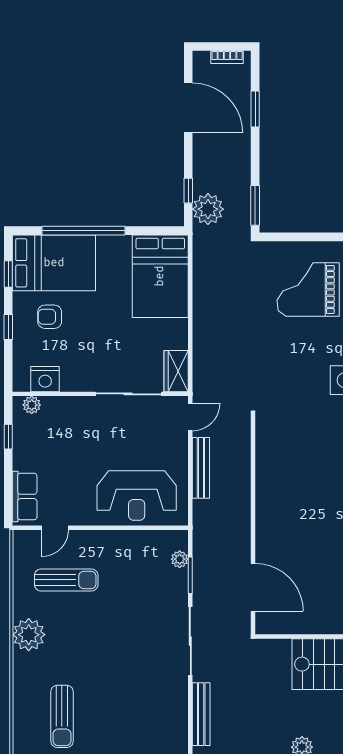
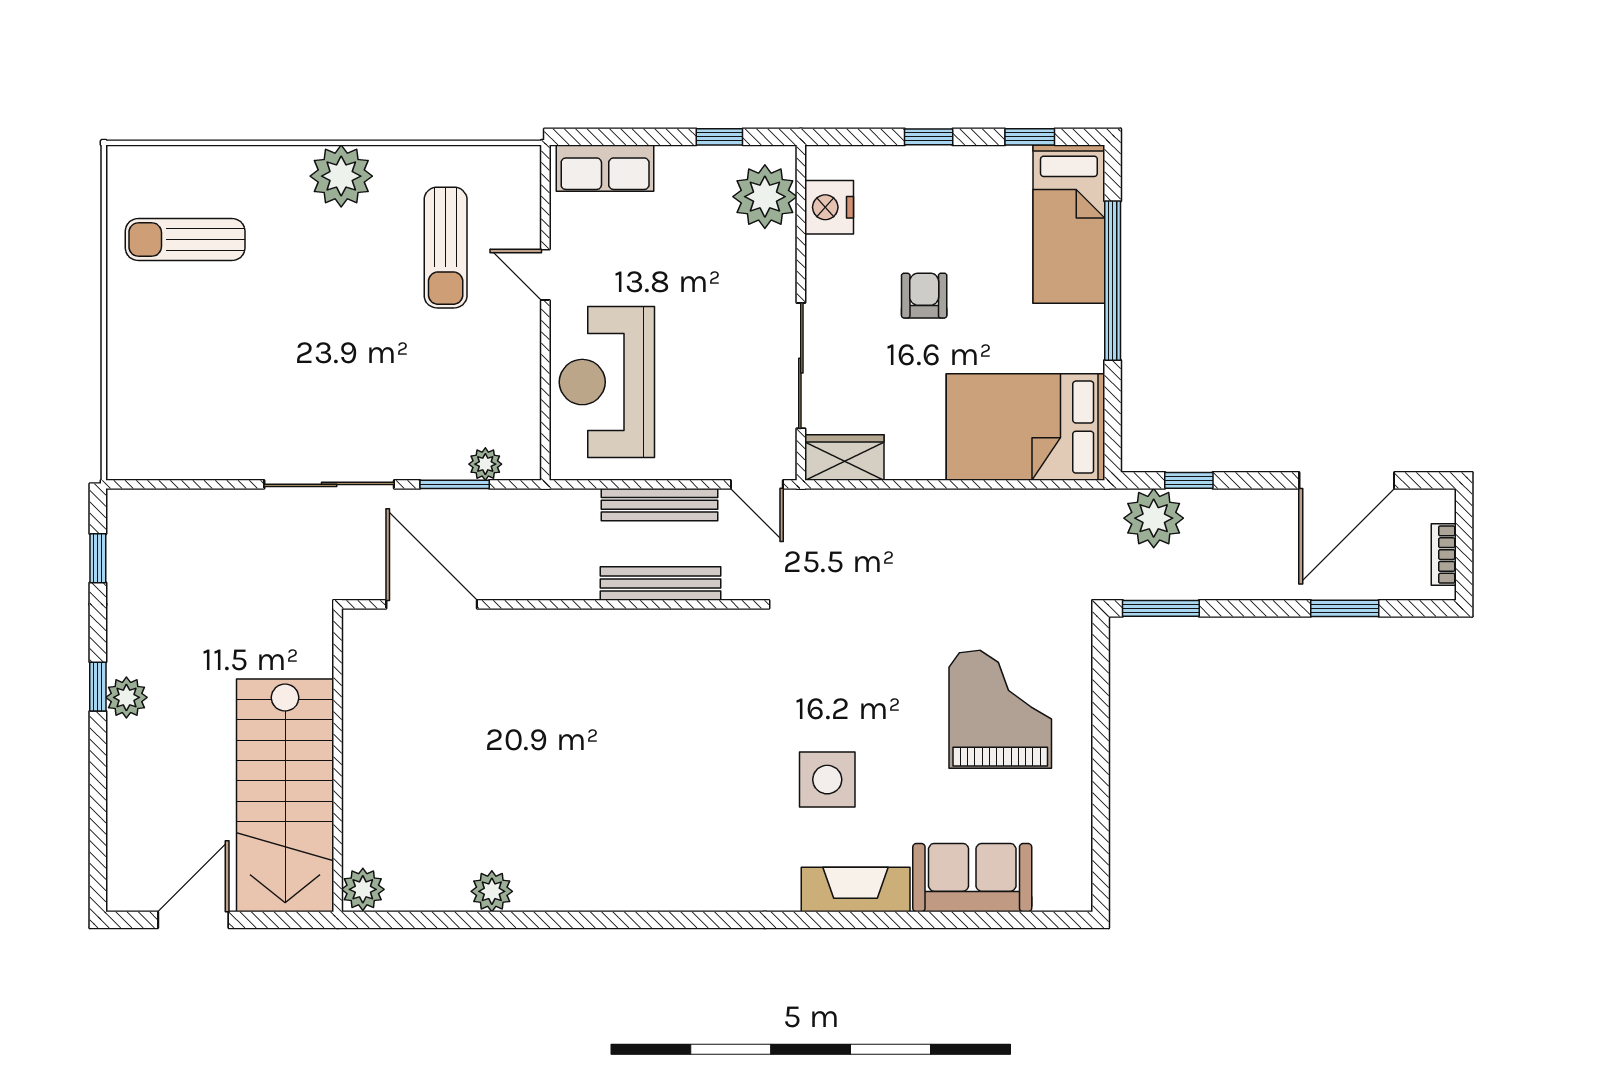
bed: (54, 263) -> (1069, 224), width x0.67
armchair: (50, 317) -> (924, 296), moved
plant: (32, 405) -> (765, 197), width x1.88, depth x1.88
door: (55, 528) -> (545, 275), moved
door: (253, 587) -> (432, 604), swing flipped
bench: (201, 714) -> (660, 583), moved

